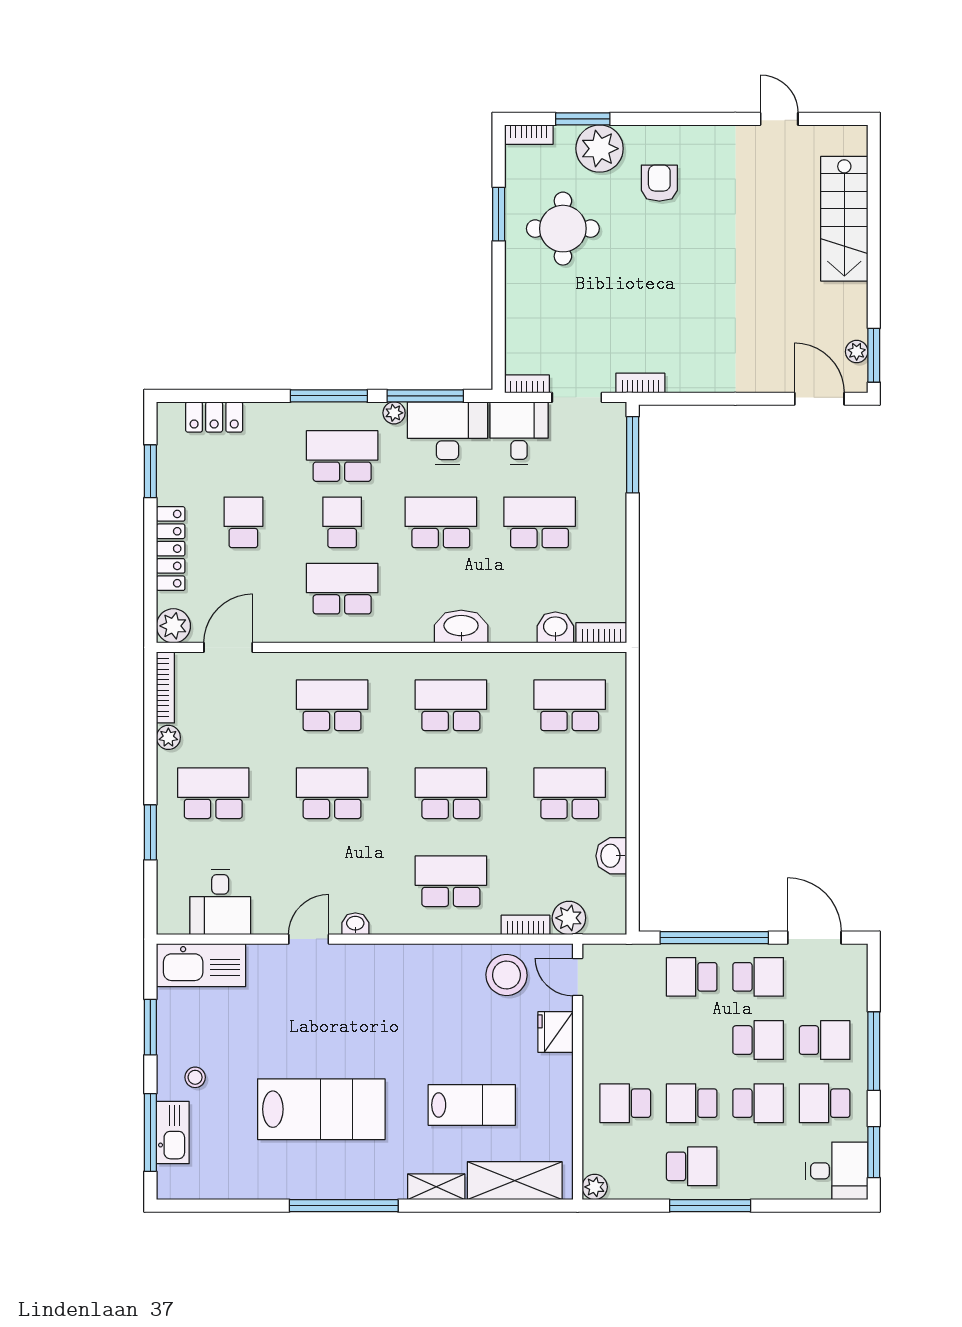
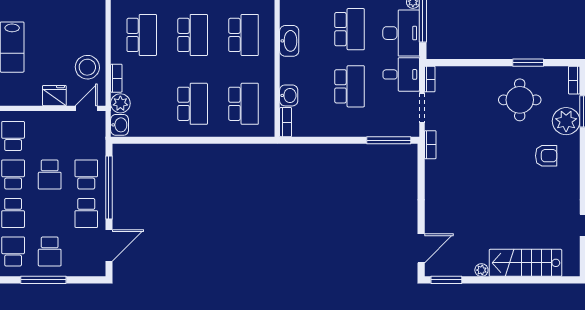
plant: (857, 352) -> (481, 270), moved
washbasin: (611, 856) -> (120, 125), moved, turned 90
school desk: (758, 1040) -> (50, 174), moved

